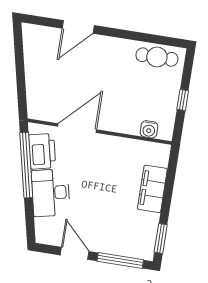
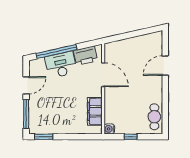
door: (78, 27) -> (165, 66), hinge flipped
water cooler: (149, 129) -> (109, 129), moved
window: (26, 165) -> (56, 51), moved
filing cabinet: (152, 189) -> (95, 111), moved, turned -90

